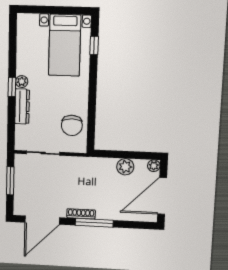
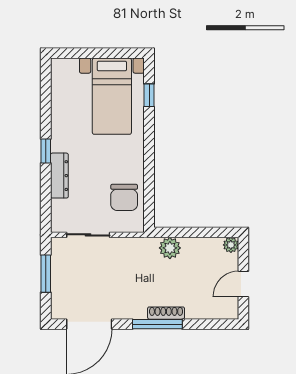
plant: (22, 82) -> (58, 144), removed
plant: (125, 167) -> (170, 248), moved
door: (162, 196) -> (243, 284), width x0.53
shoe rack: (81, 214) -> (166, 313), moved

